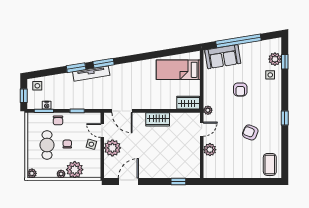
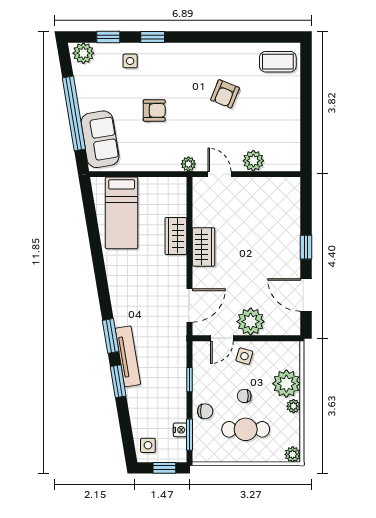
plant: (275, 59) -> (83, 53), moved
wardrobe: (188, 103) -> (176, 236), moved
window: (285, 118) -> (153, 37), moved
window: (178, 182) -> (306, 247), moved

